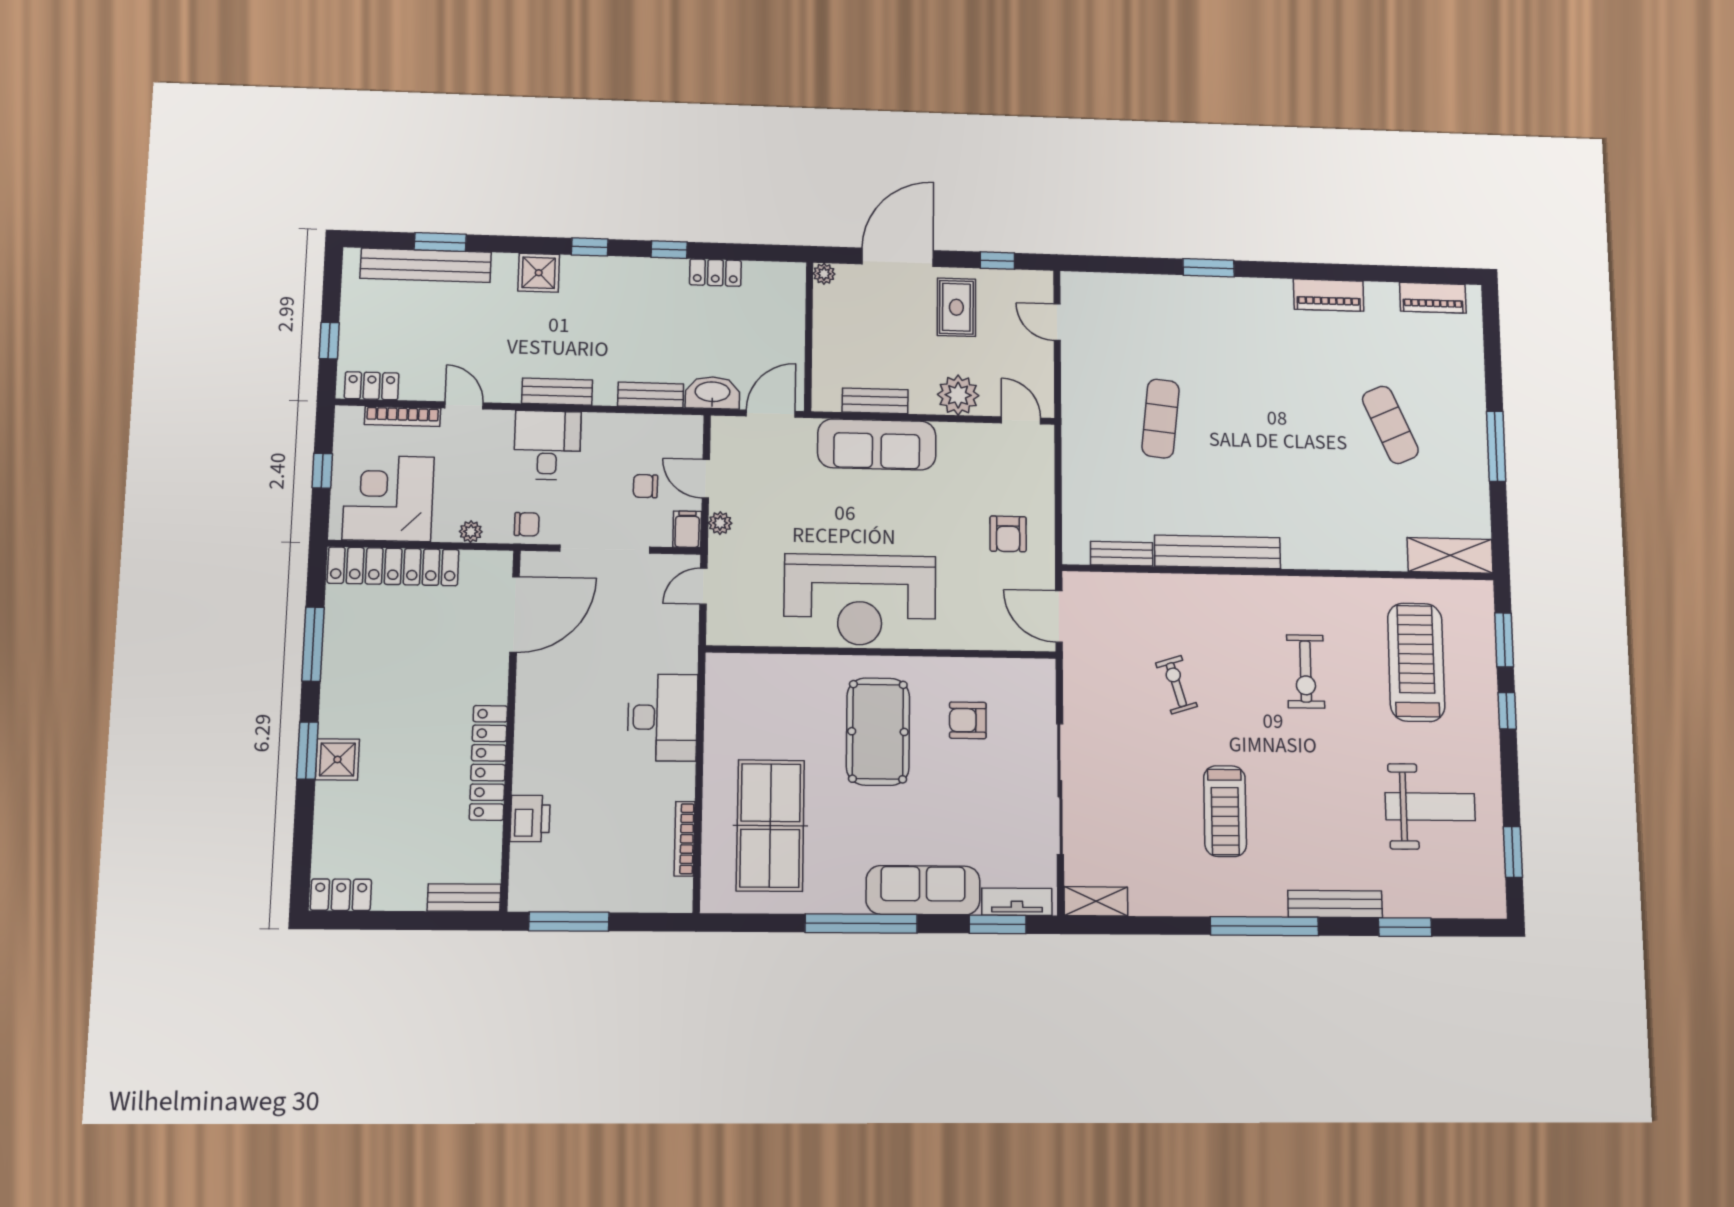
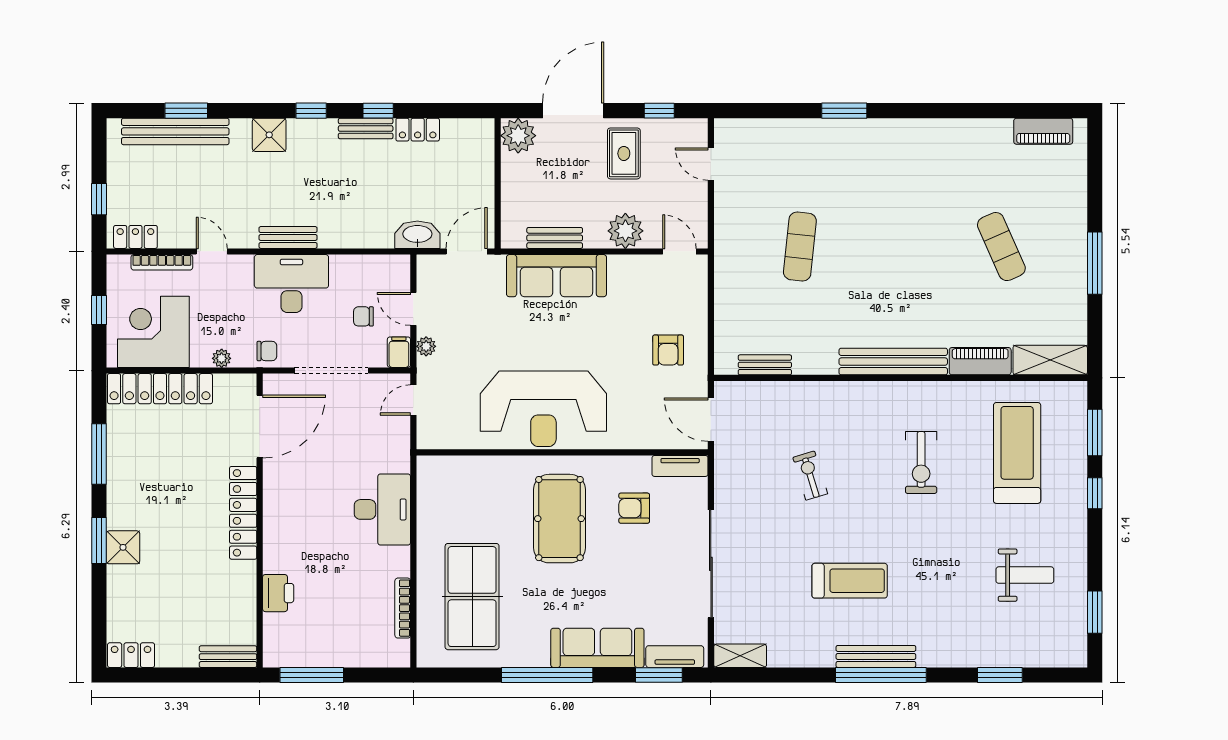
plant: (824, 274) -> (518, 136), width x1.88, depth x1.88
piano: (1329, 295) -> (980, 361), moved, turned 180
bench: (651, 395) -> (366, 128), moved
desk: (547, 445) -> (291, 284), width x1.37
bench: (1218, 552) -> (893, 362), moved
tv unit: (1023, 671) -> (680, 466), added
locker: (488, 763) -> (243, 513), moved
weight bench: (1430, 807) -> (1025, 575), width x0.73, depth x0.75
treadmill: (1225, 811) -> (850, 581), turned -90
bench: (1335, 904) -> (876, 656), moved

